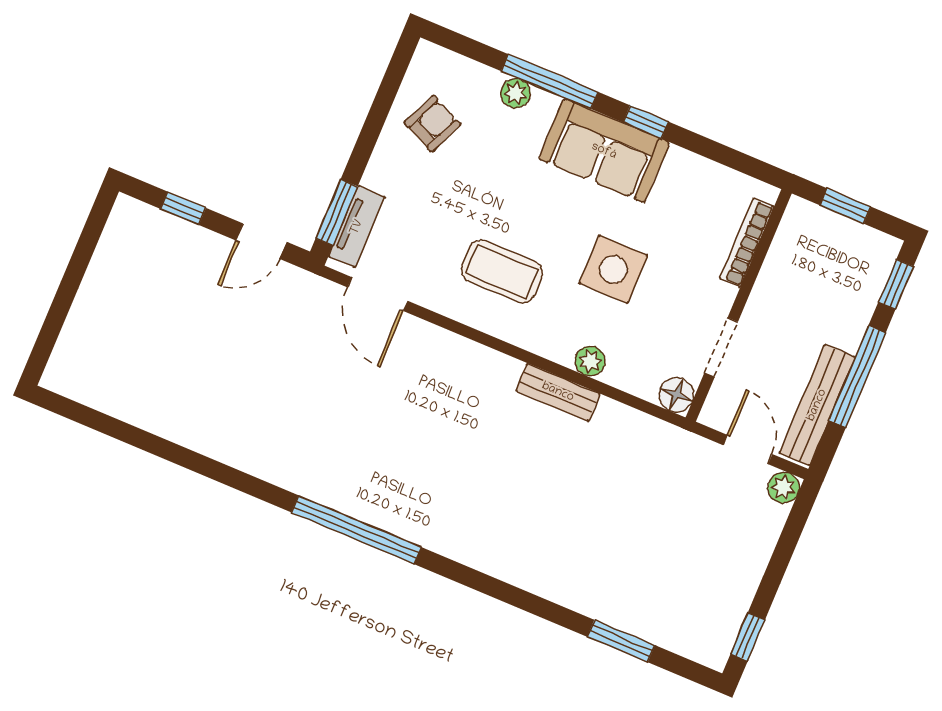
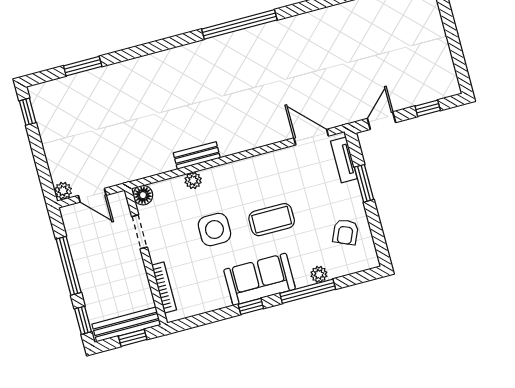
window: (337, 212) -> (364, 183), moved
coffee table: (502, 272) -> (272, 220), moved
bench: (817, 405) -> (126, 324), moved, turned 90

